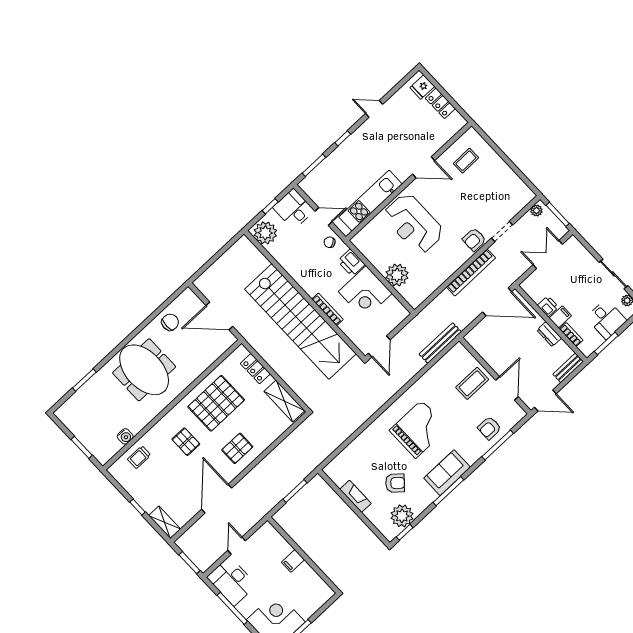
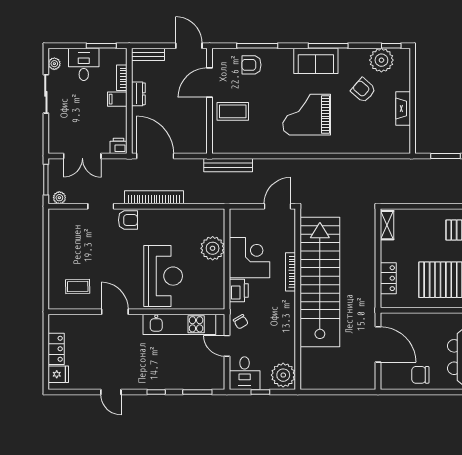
printer: (548, 306) -> (118, 146), moved, turned 90
shelving: (284, 401) -> (387, 225), width x0.67, depth x0.75
armchair: (489, 428) -> (251, 65), turned 180

